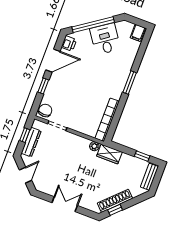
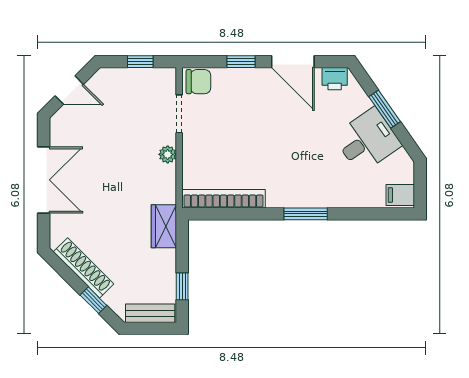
window: (93, 25) -> (385, 109), width x0.47
dresser: (31, 142) -> (132, 78), removed
plant: (94, 146) -> (168, 154), moved
double door: (65, 204) -> (44, 180), width x1.37
window: (115, 210) -> (93, 300), moved

